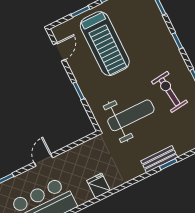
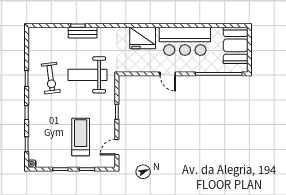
treadmill: (105, 44) -> (81, 137), width x0.73, depth x0.73
door: (43, 160) -> (168, 74), hinge flipped
fridge: (99, 185) -> (143, 38), width x1.88, depth x1.34

